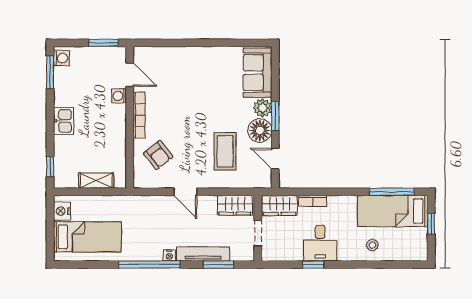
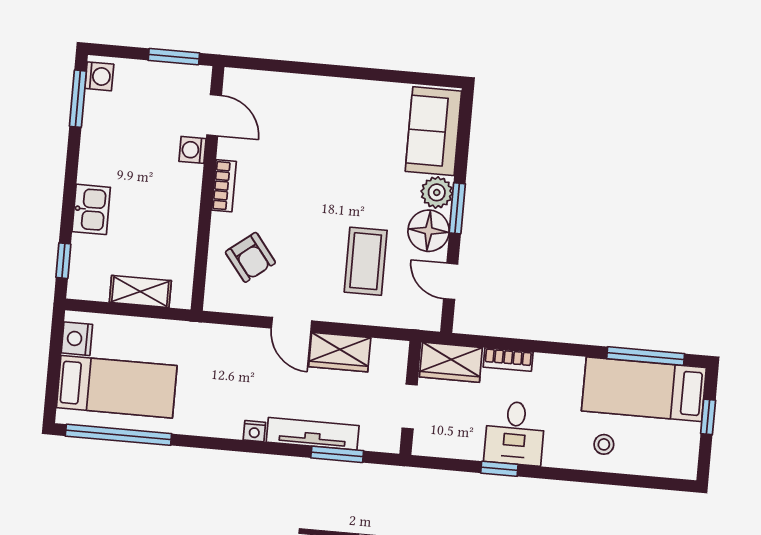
bookcase: (139, 115) -> (224, 186), width x0.64
kitchen sink: (64, 121) -> (91, 209), moved
wardrobe: (235, 205) -> (340, 352), moved
window: (149, 265) -> (118, 435), moved

